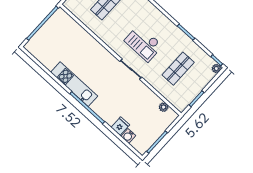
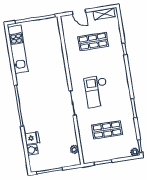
kitchen unit: (74, 84) -> (18, 49), moved

